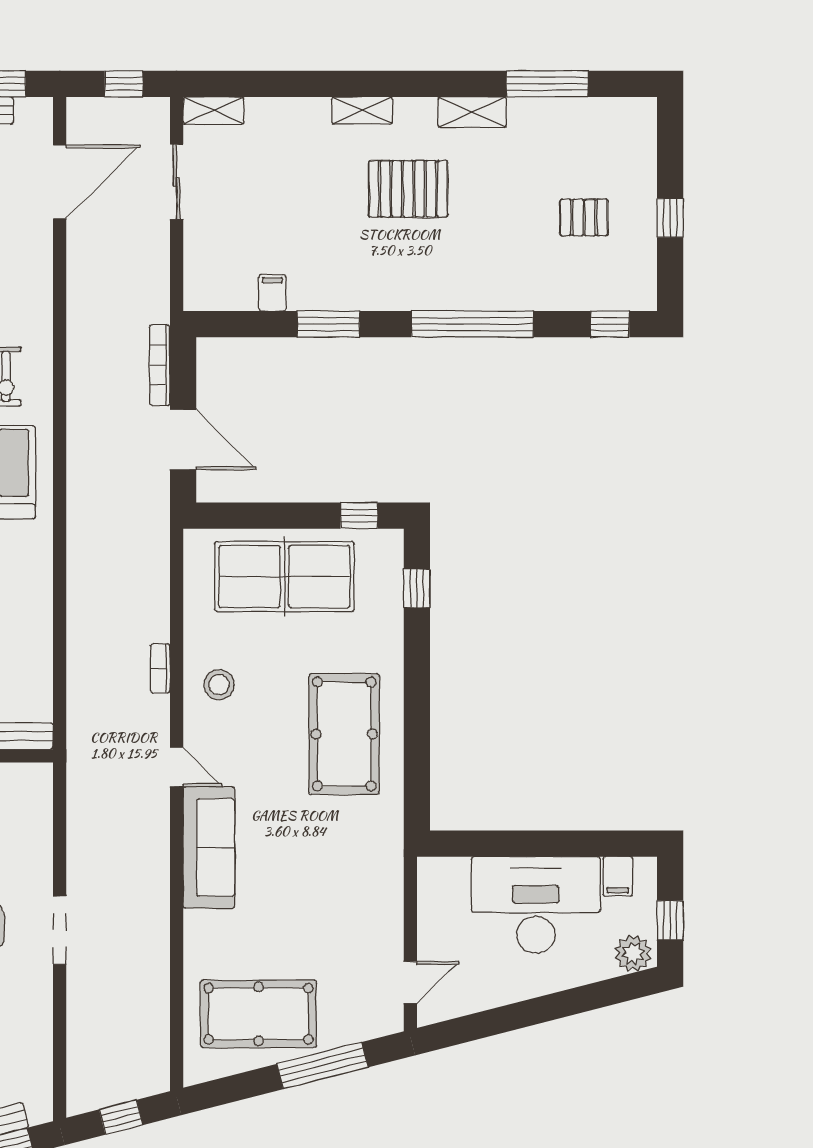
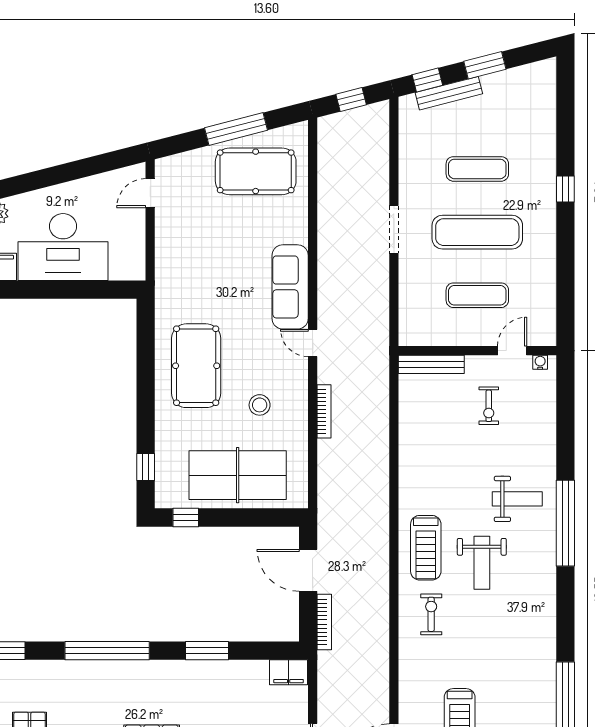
filing cabinet: (272, 293) -> (289, 672), moved, width x2.00
bookcase: (160, 668) -> (324, 411), width x1.56
stool: (219, 685) -> (260, 405), moved
window: (322, 1066) -> (236, 129), moved

